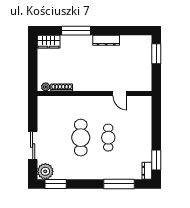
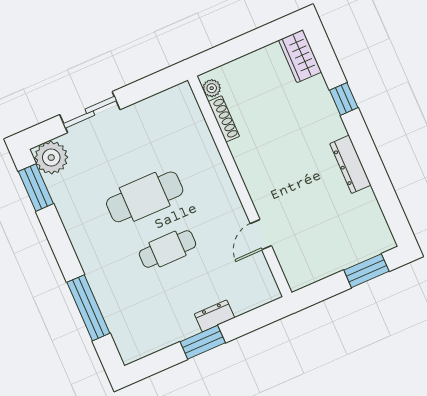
window: (76, 31) -> (344, 99), width x0.46
window: (156, 160) -> (203, 342), moved
dresser: (147, 171) -> (215, 316), moved

